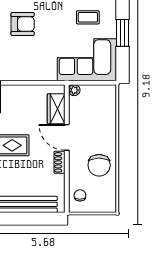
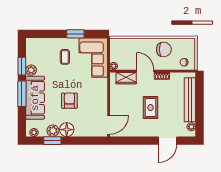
door: (67, 137) -> (145, 71), swing flipped

